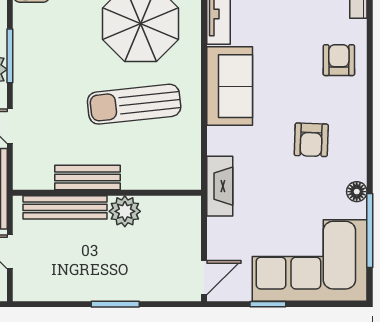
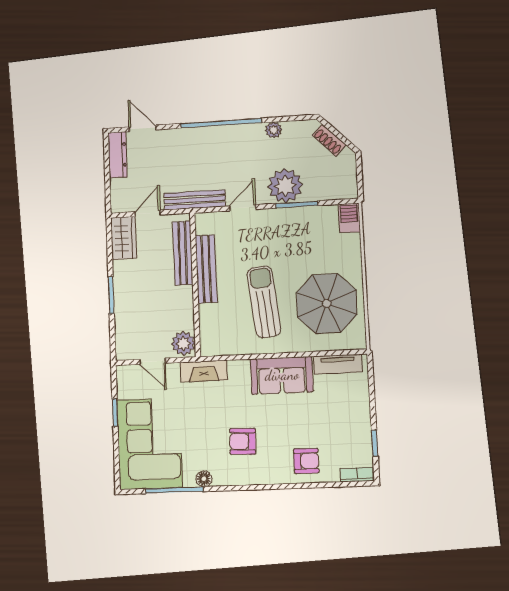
bench: (87, 177) -> (206, 269), width x1.36
plant: (125, 211) -> (183, 343), moved
door: (204, 278) -> (153, 361), moved
wardrobe: (41, 285) -> (123, 238), added

